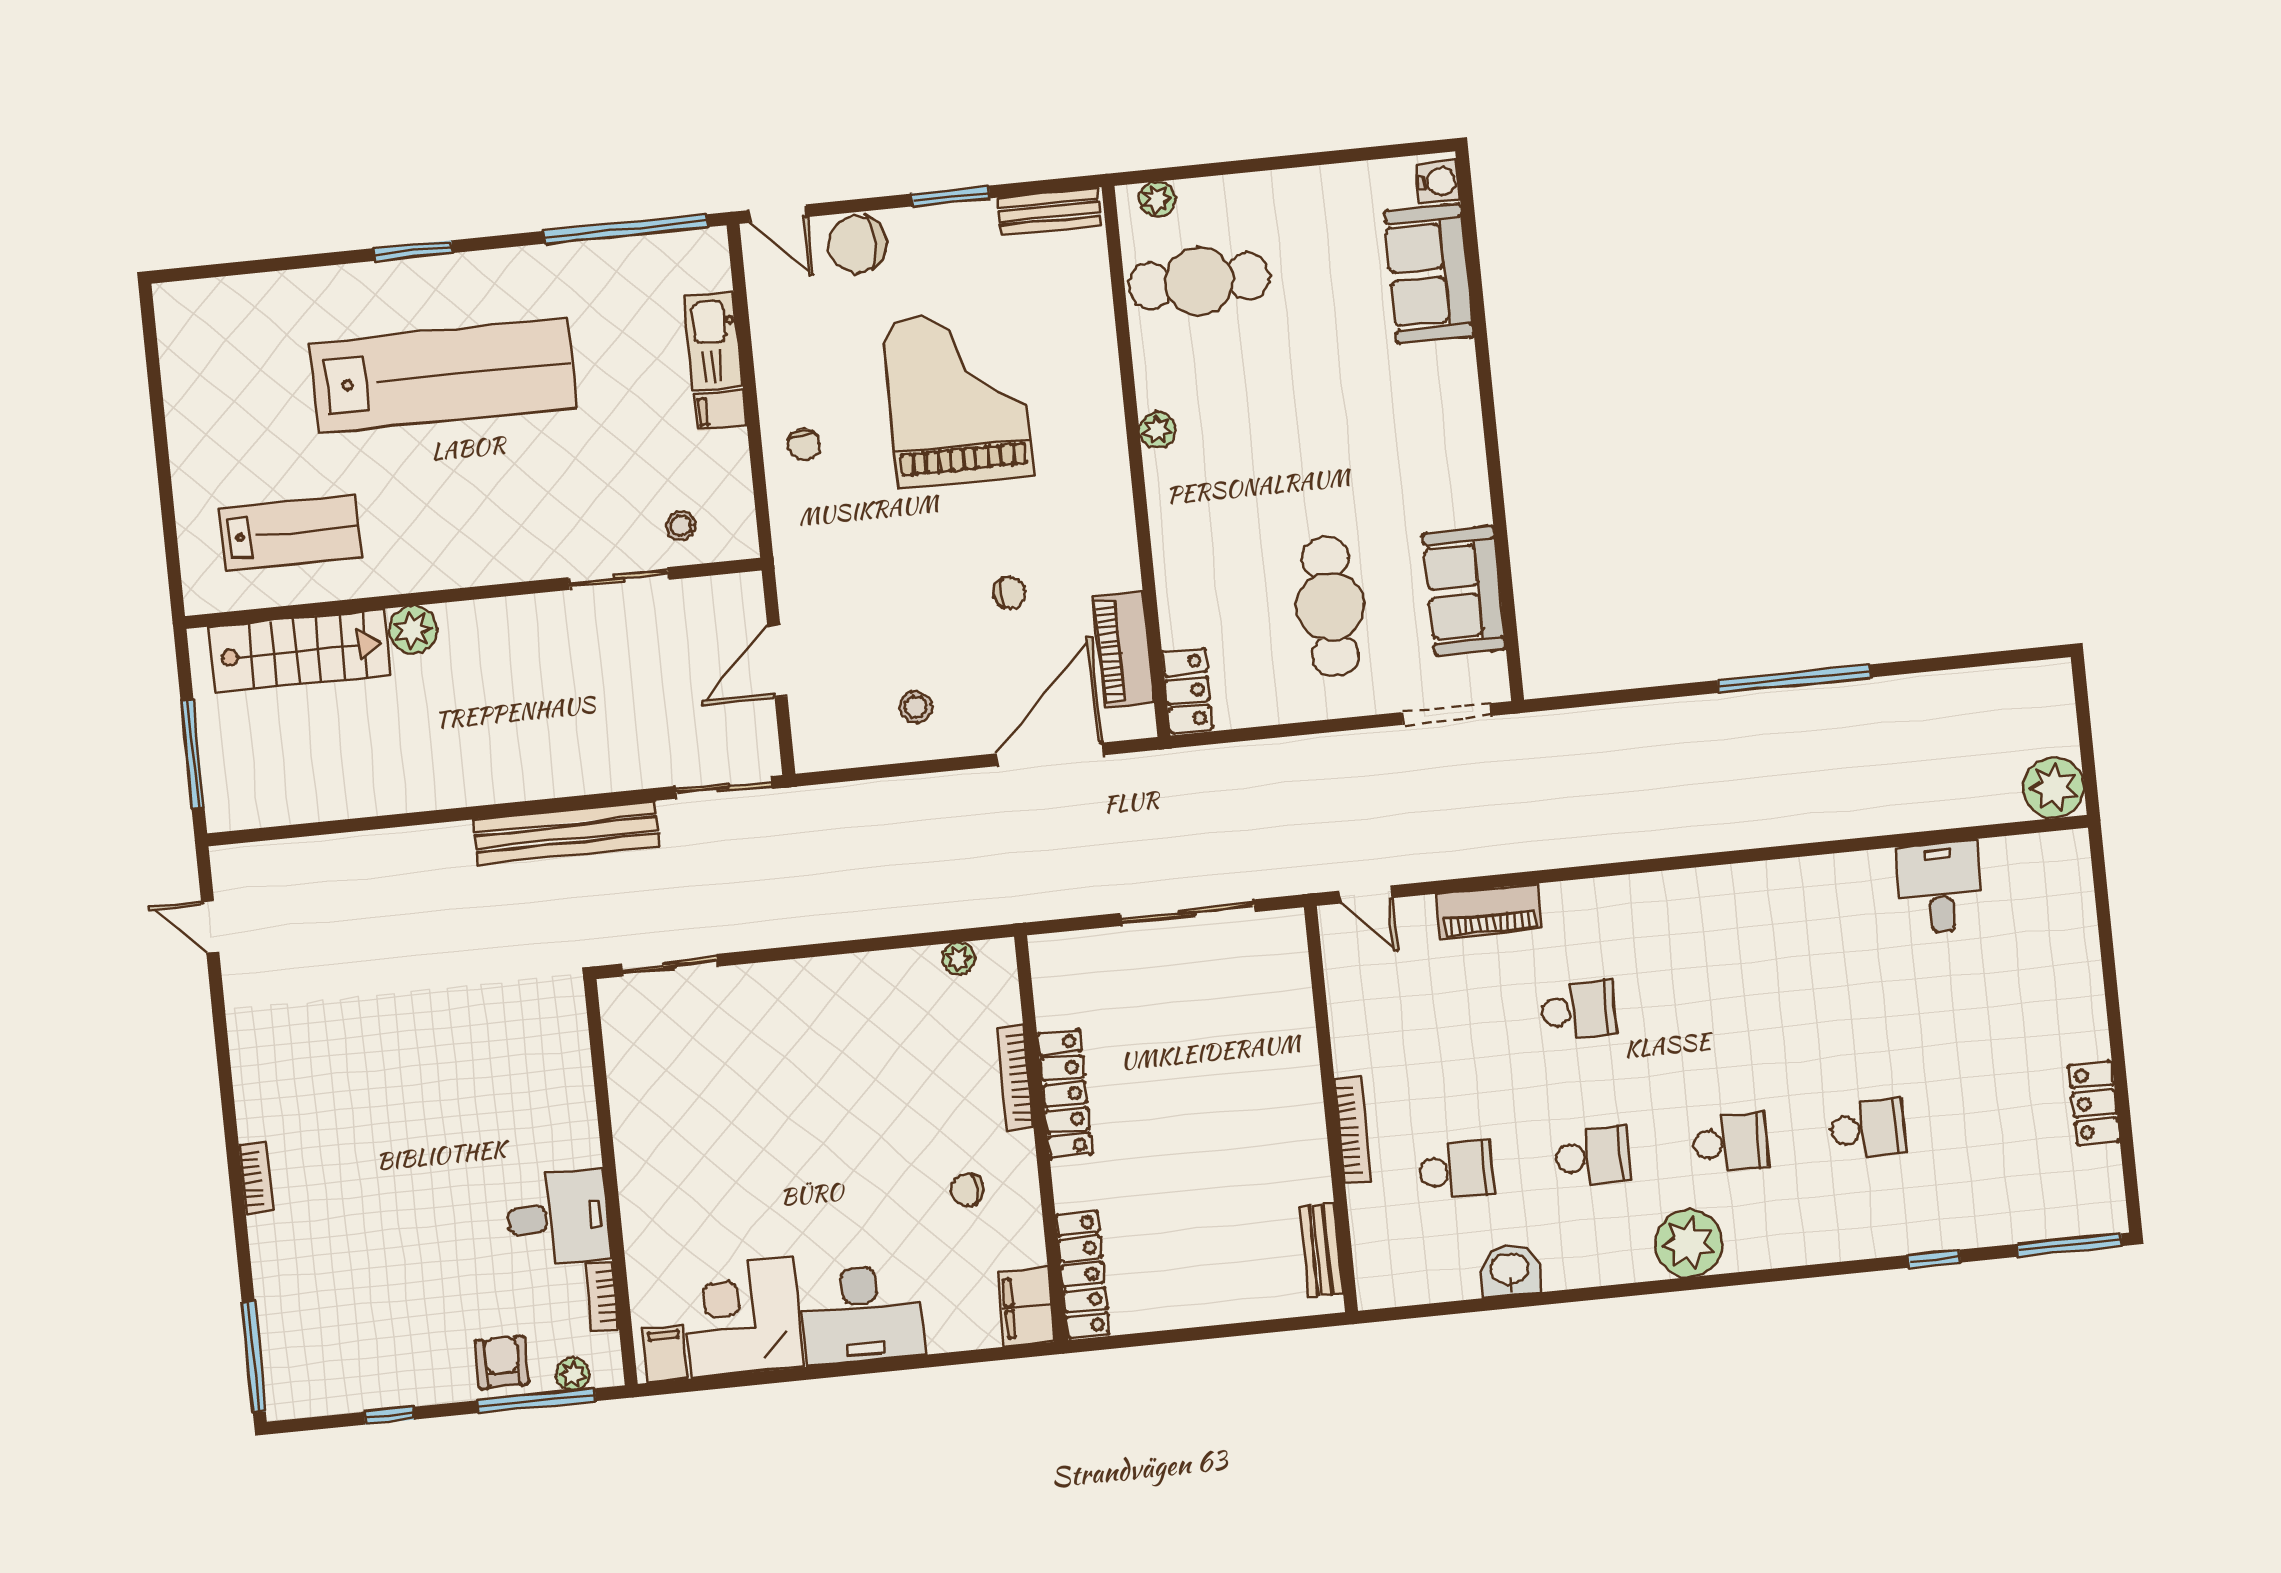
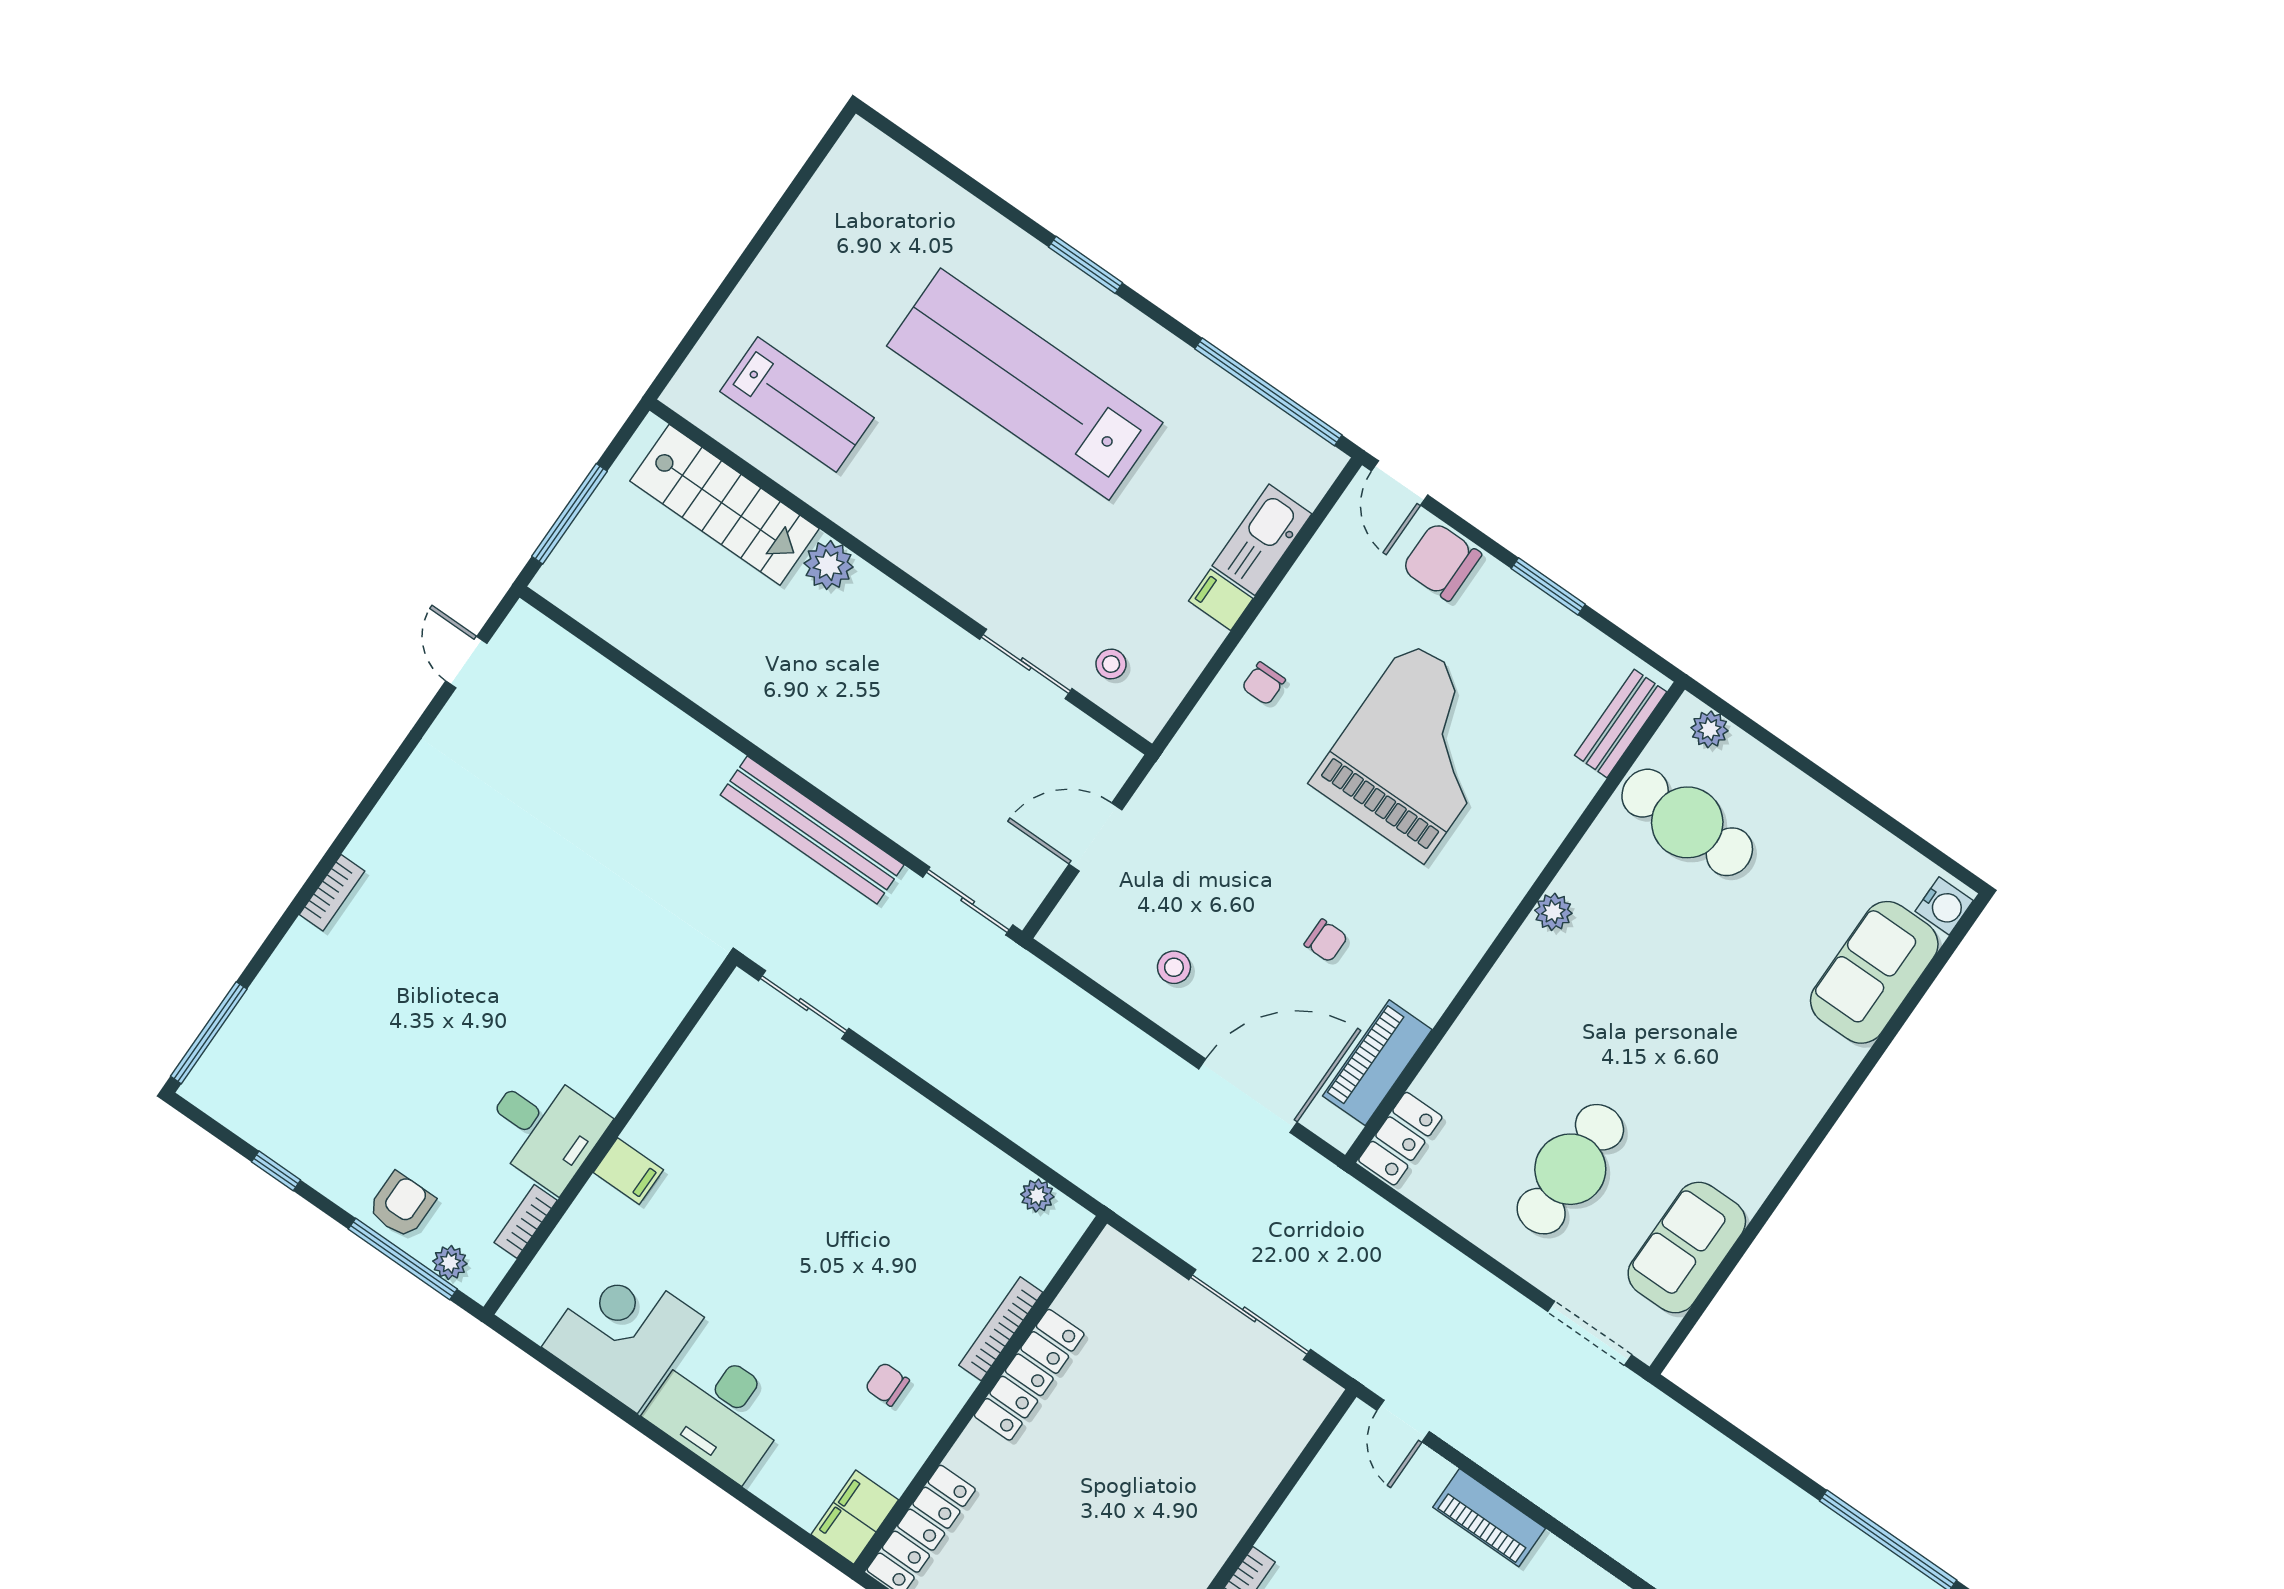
bench: (1049, 212) -> (1621, 723), moved, turned 90
lab bench: (443, 376) -> (1025, 384), turned 180
filing cabinet: (665, 1354) -> (628, 1171), moved, turned 90

